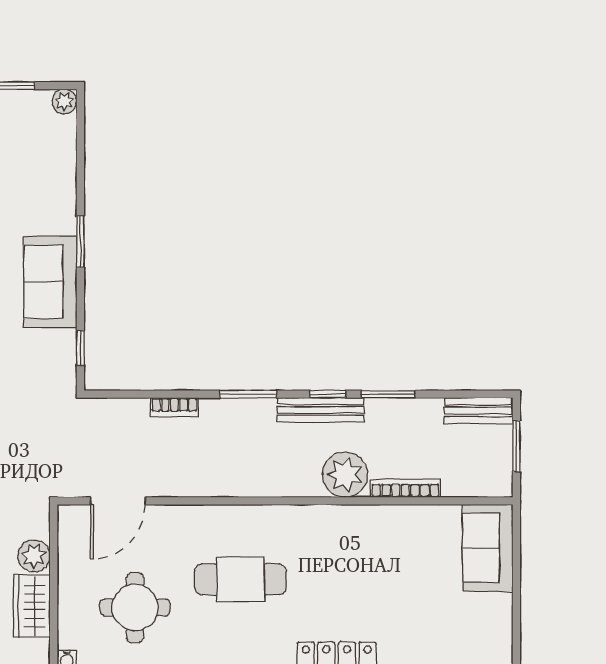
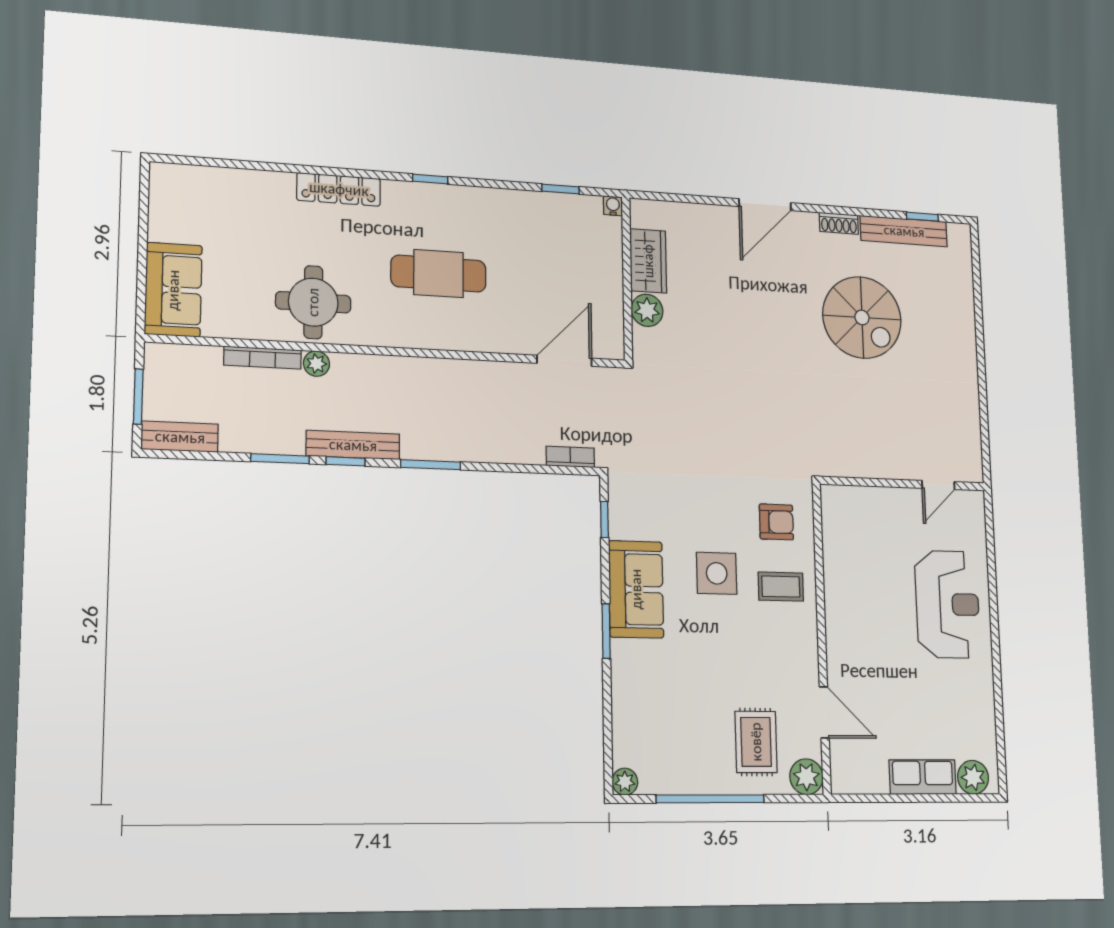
bookcase: (174, 407) -> (570, 457), moved
plant: (345, 475) -> (316, 364), width x0.53, depth x0.53
round table: (135, 608) -> (313, 302), moved

